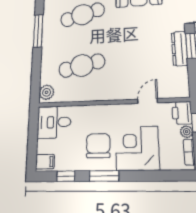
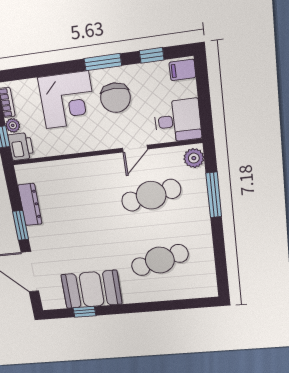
window: (38, 31) -> (214, 195), moved
dresser: (179, 49) -> (30, 205), moved
door: (148, 101) -> (135, 149), moved

